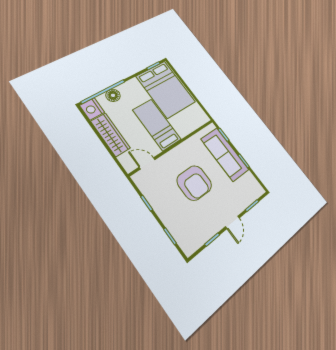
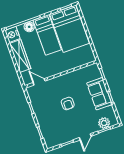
bed: (157, 125) -> (47, 35), moved, turned 180
sofa: (225, 154) -> (99, 94), width x0.73
armchair: (194, 183) -> (68, 103), width x0.53, depth x0.53
plant: (248, 196) -> (104, 123), added

